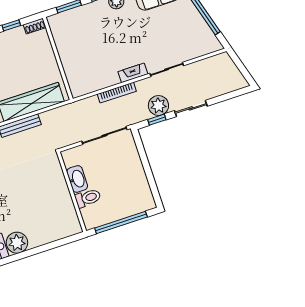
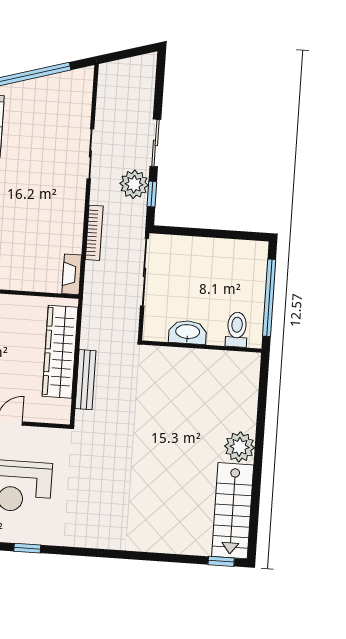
fireplace: (133, 73) -> (72, 274), moved
toilet: (88, 198) -> (237, 330), moved

